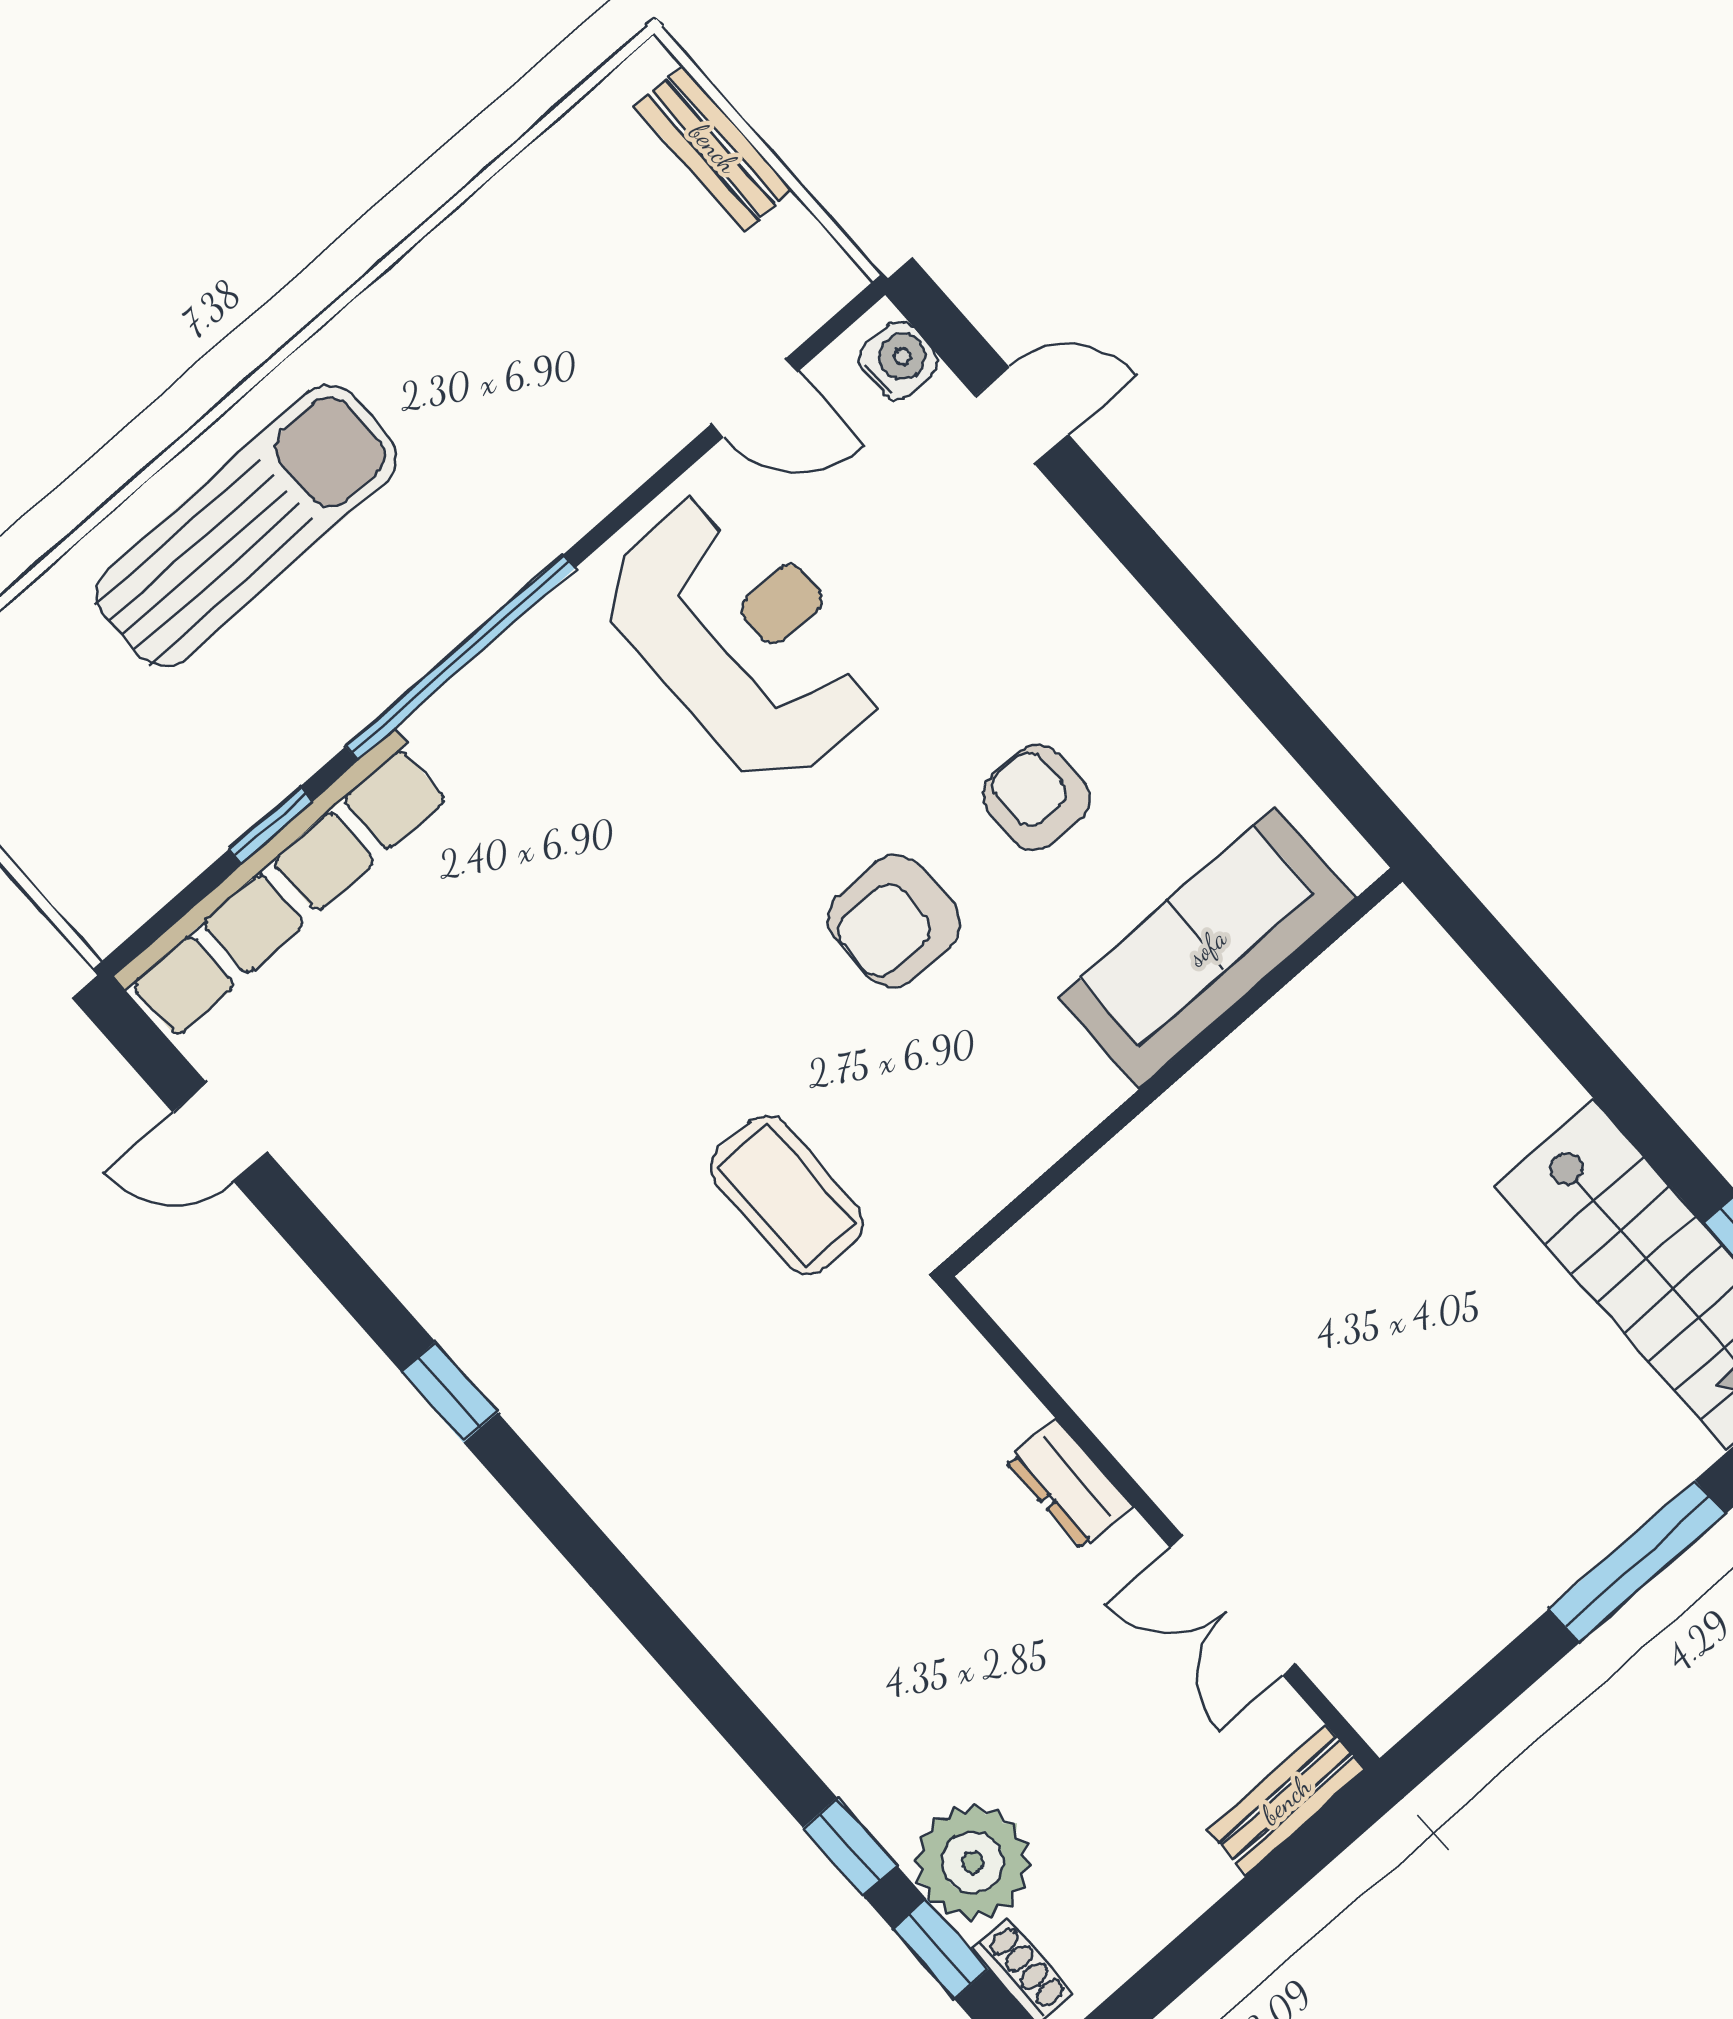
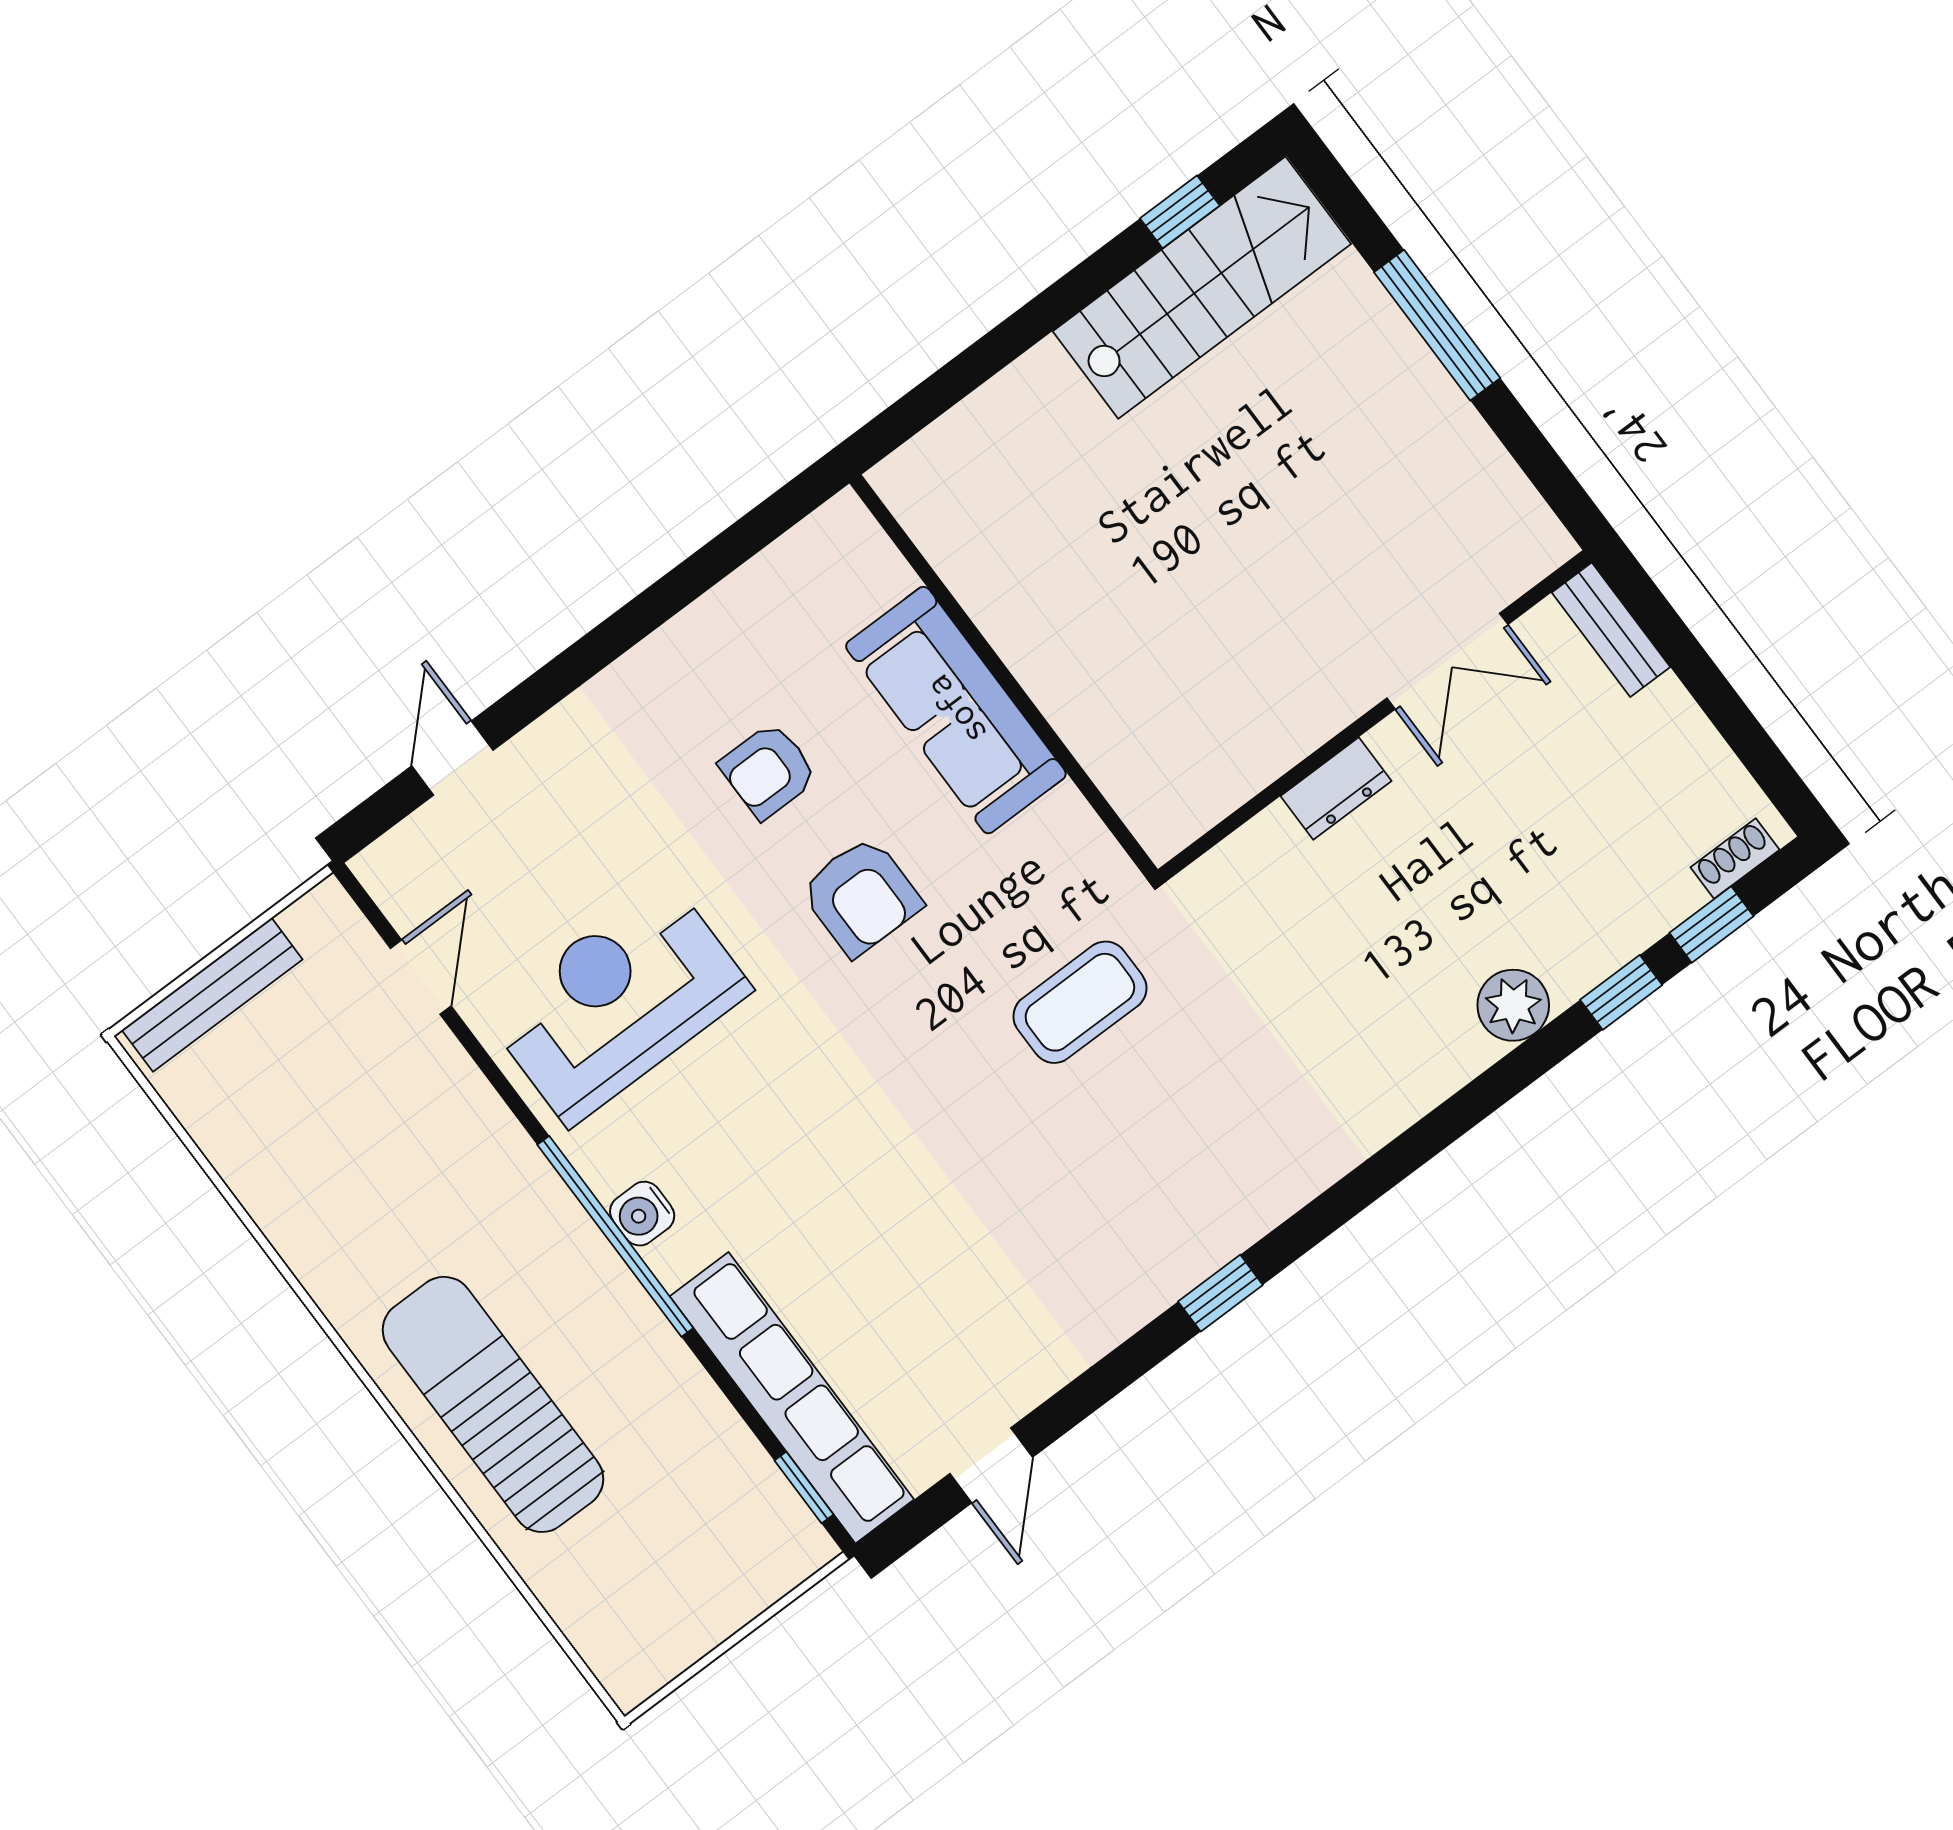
bench: (714, 148) -> (212, 995), width x1.36
water cooler: (898, 360) -> (642, 1214), moved, turned -90
window: (270, 825) -> (804, 1488), moved
sofa: (1207, 947) -> (956, 710), moved
plant: (973, 1862) -> (1513, 1005), moved, width x0.73, depth x0.73

